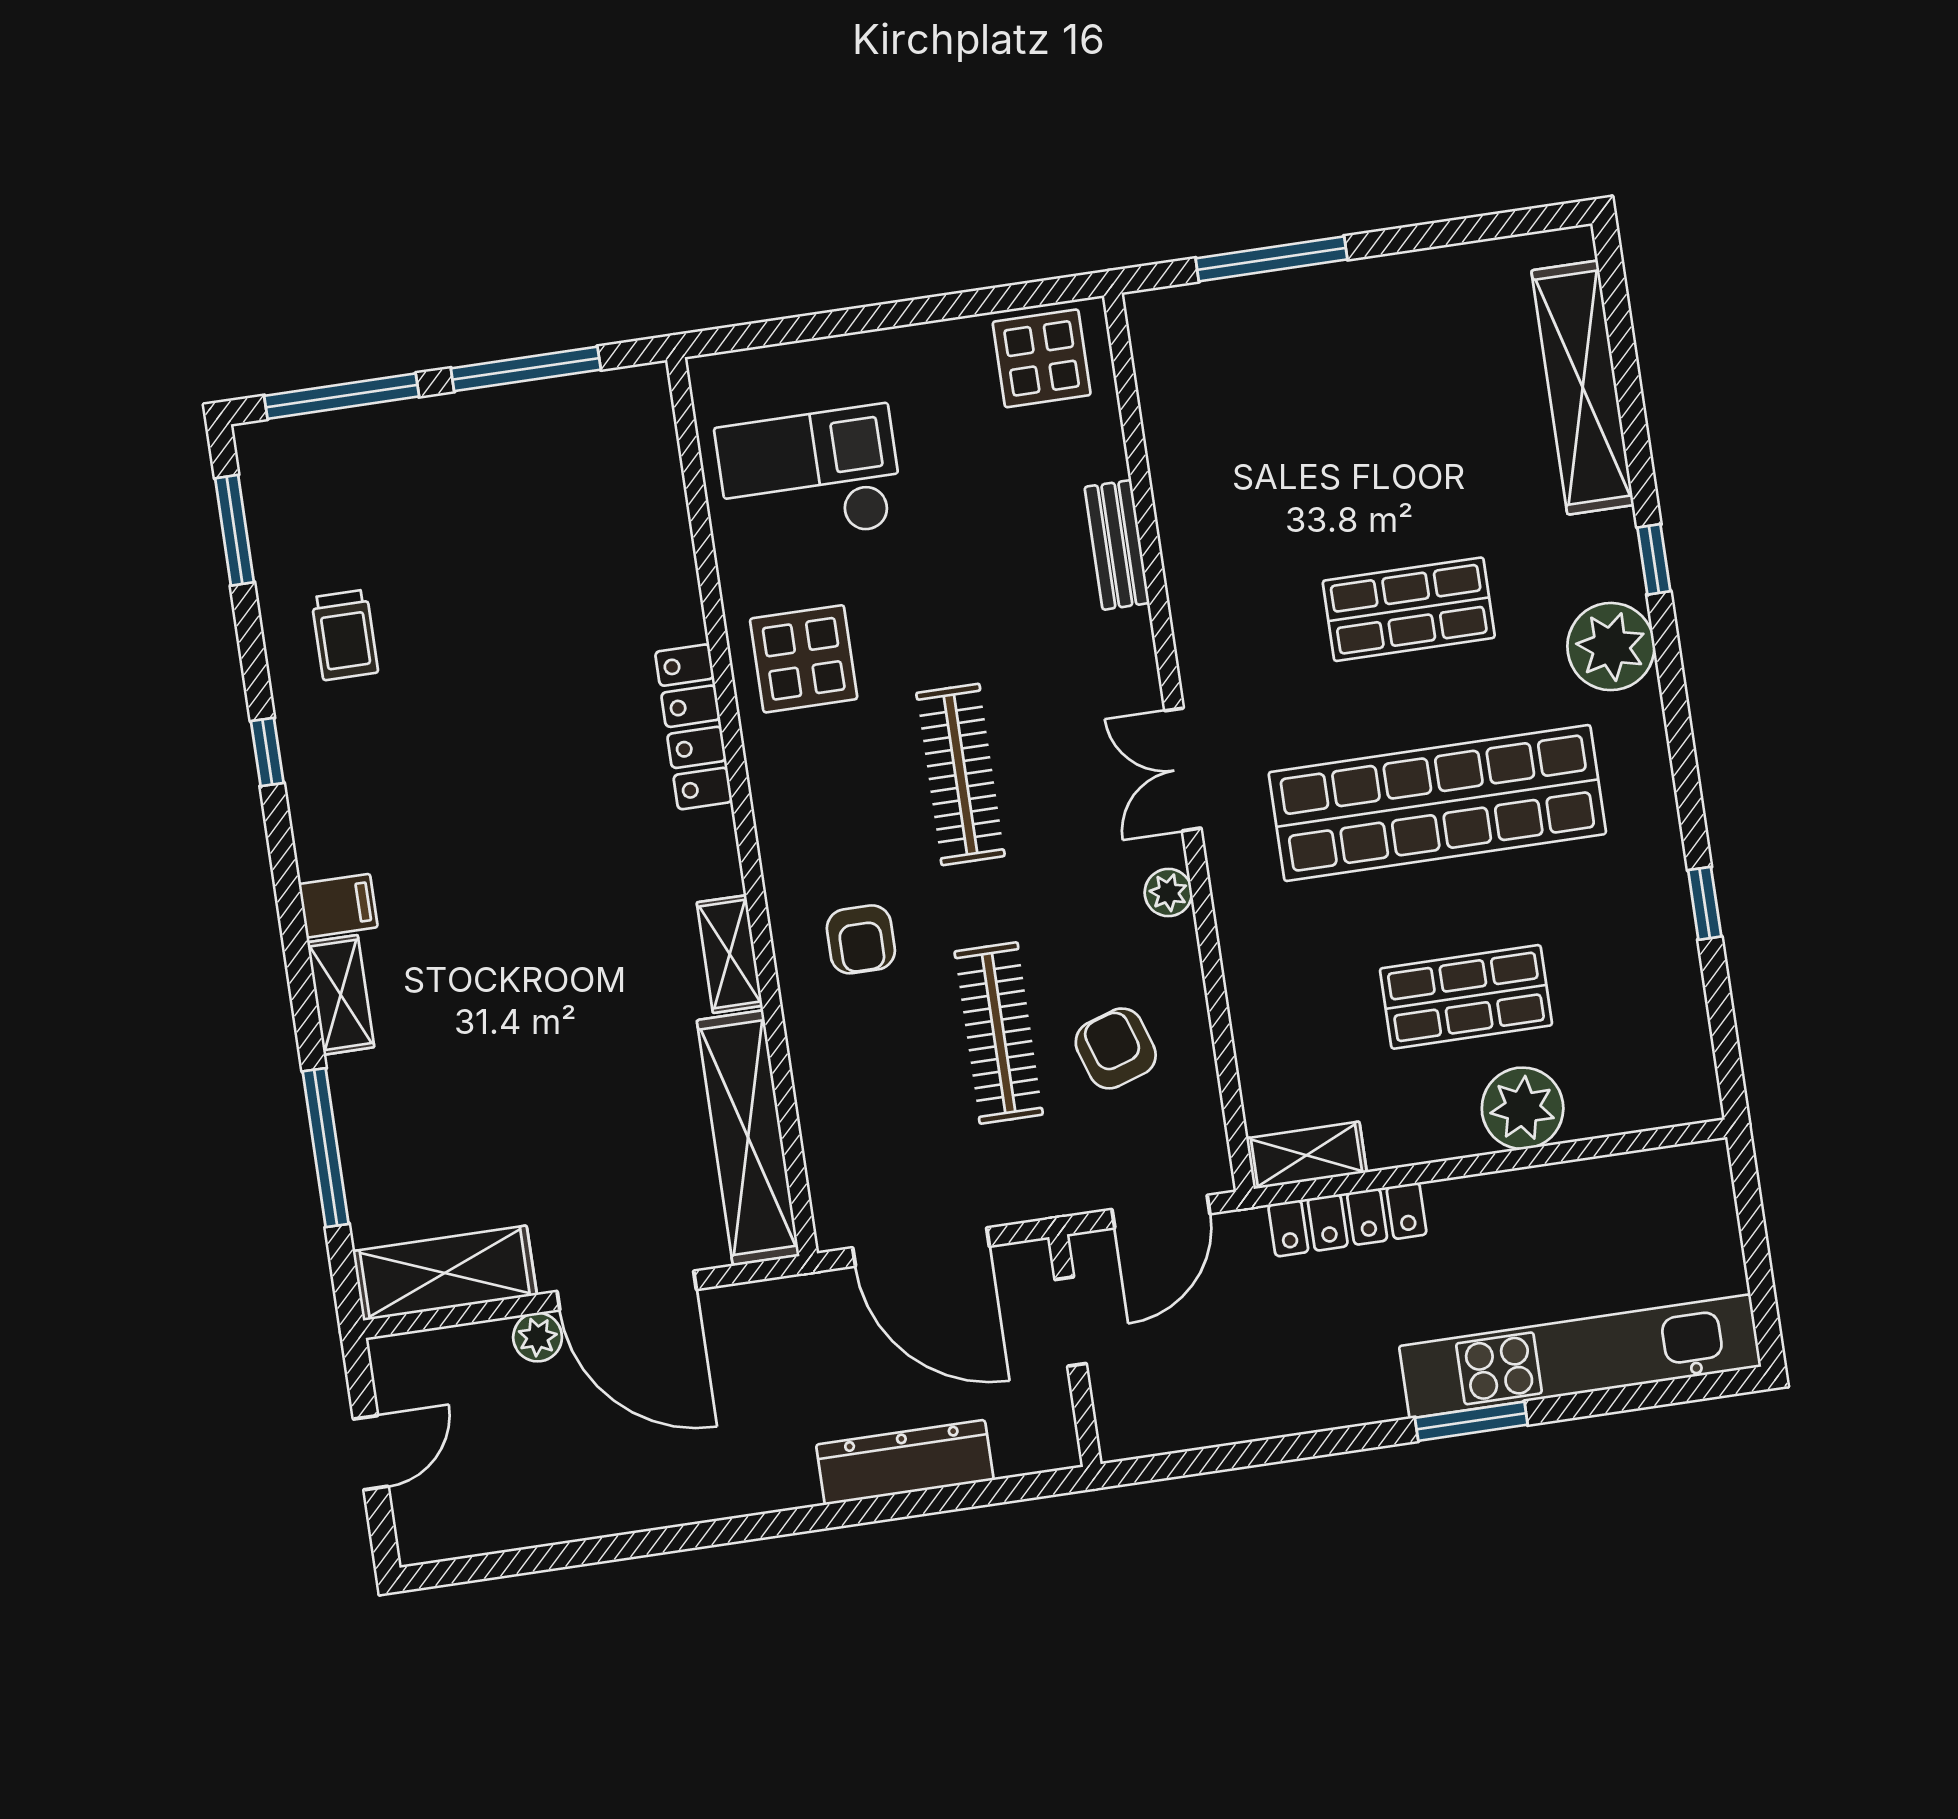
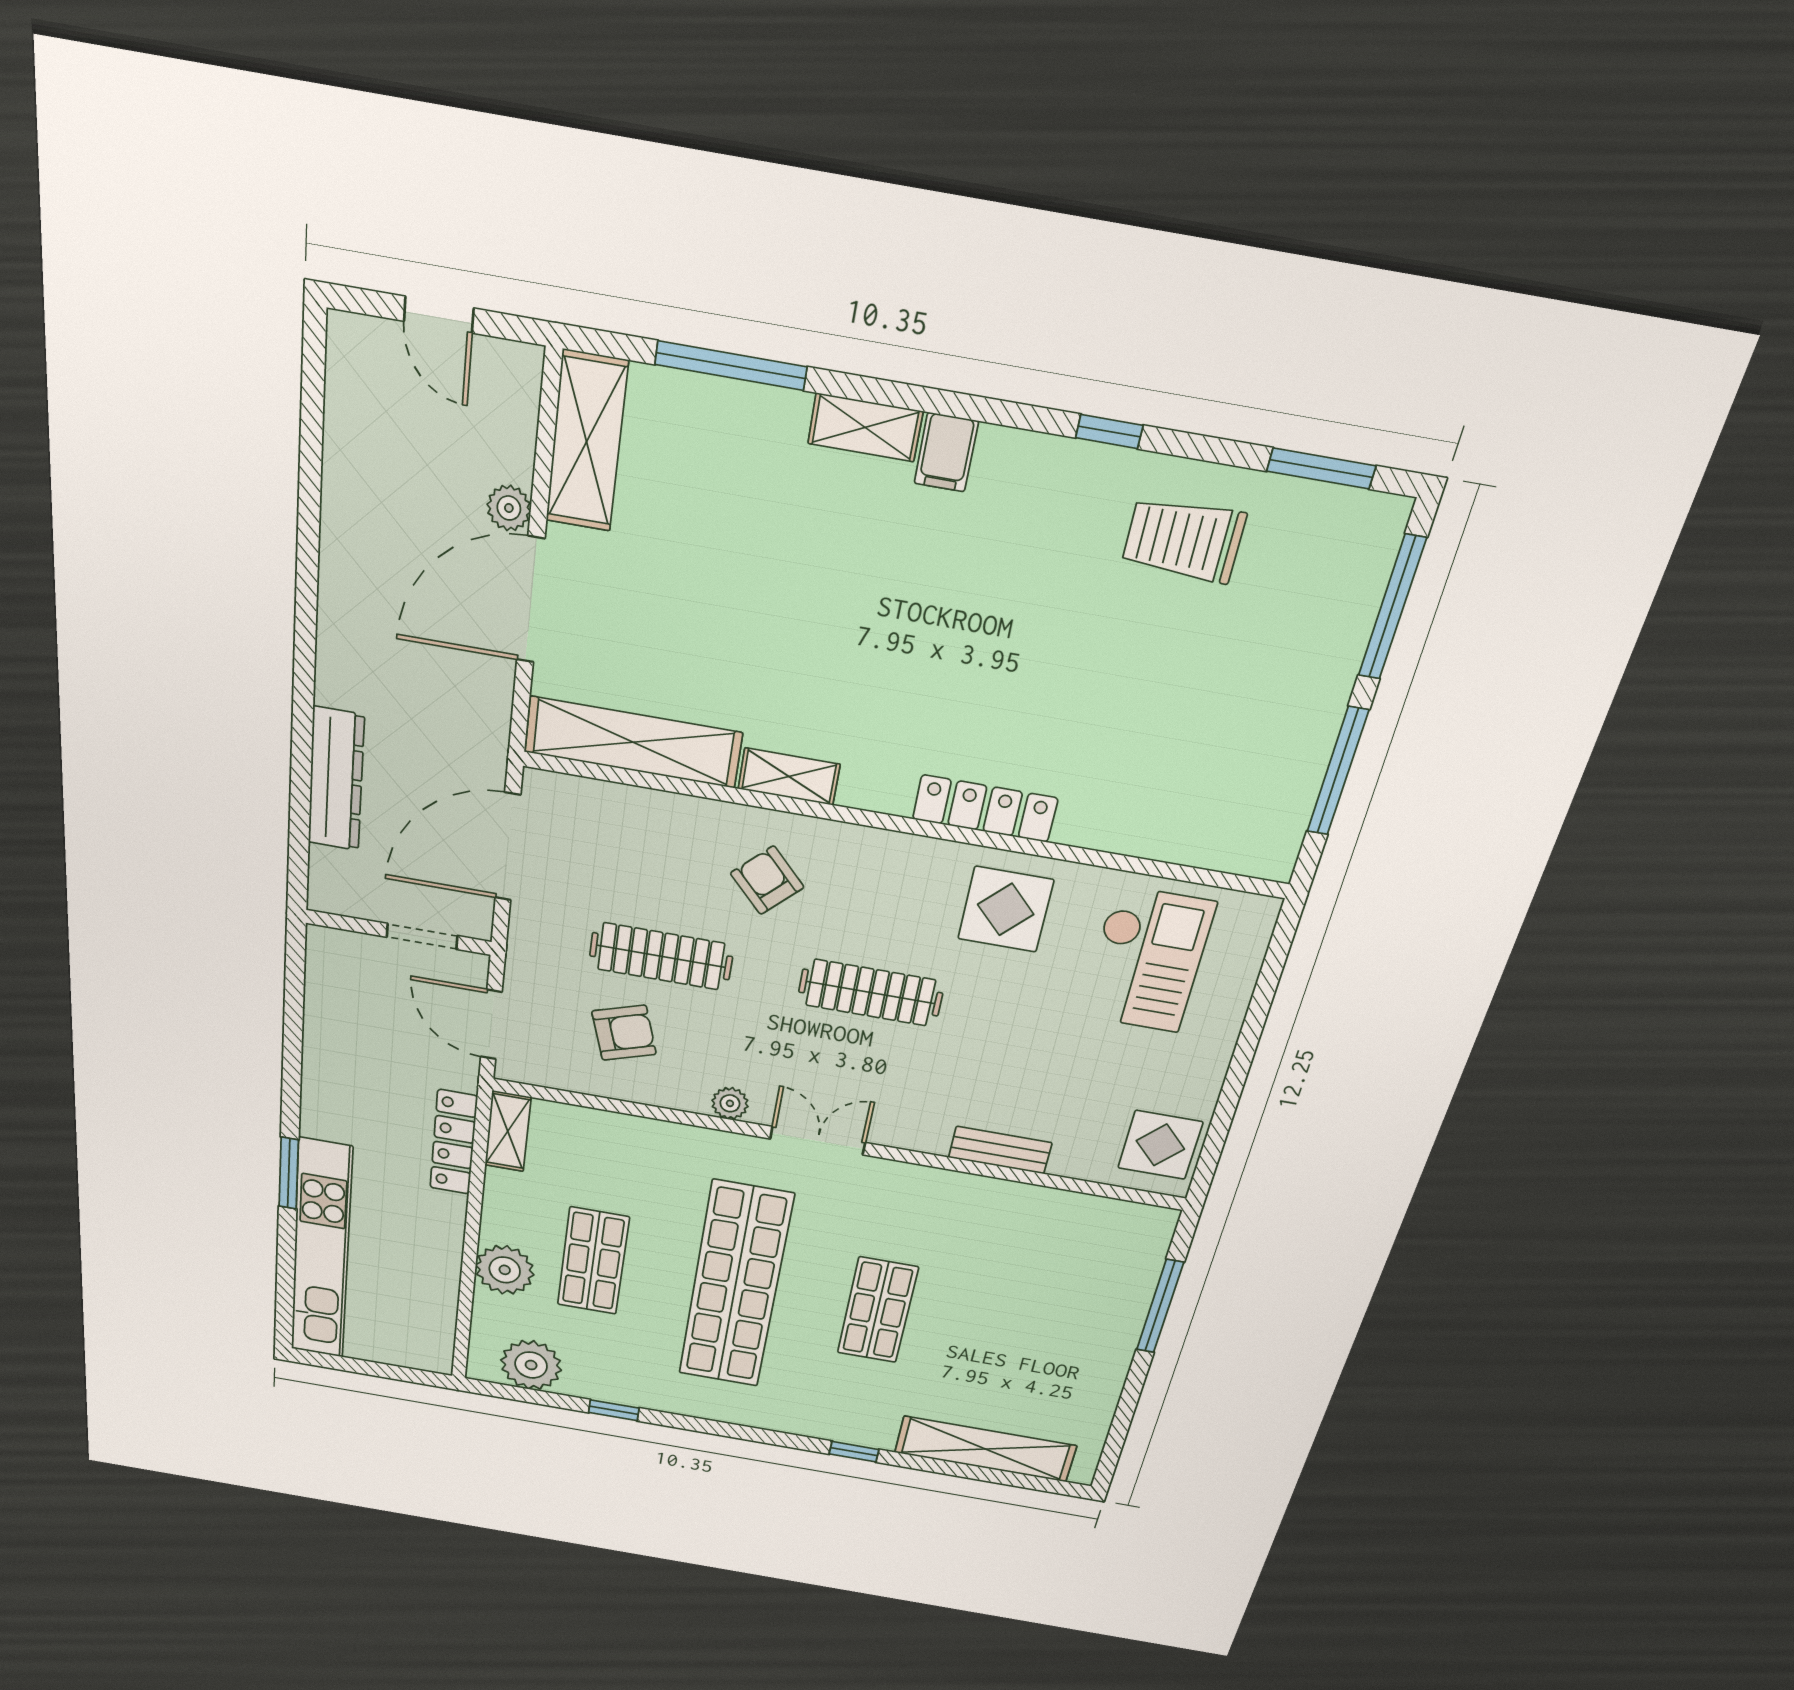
trolley: (345, 635) -> (1184, 540), width x1.36, depth x1.39
plant: (1611, 647) -> (531, 1365), moved
armchair: (861, 939) -> (767, 880), turned 46

